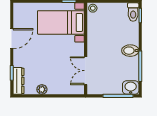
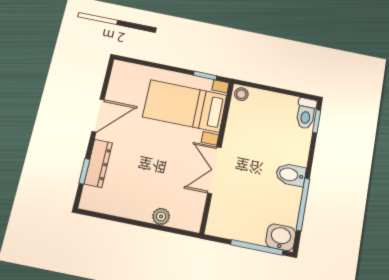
double door: (86, 71) -> (214, 170), moved
dresser: (18, 81) -> (98, 163), moved
plant: (42, 89) -> (161, 216), moved

